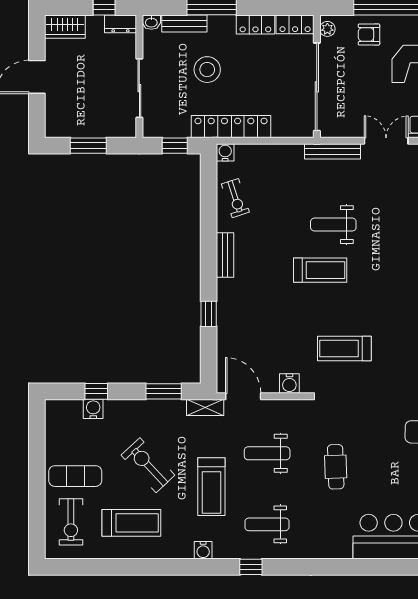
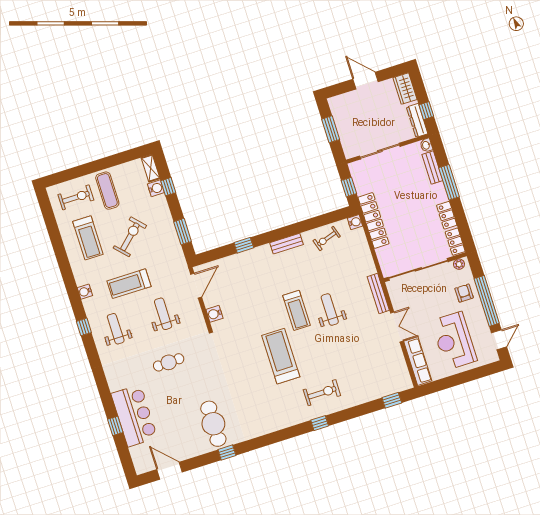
dresser: (120, 24) -> (417, 120), width x1.44
stool: (207, 70) -> (406, 193), removed
treadmill: (344, 348) -> (281, 356), moved, width x1.37, depth x1.38
shelving: (205, 407) -> (151, 168), moved
exercise bike: (71, 522) -> (76, 197), turned 180
window: (399, 567) -> (115, 426), added

